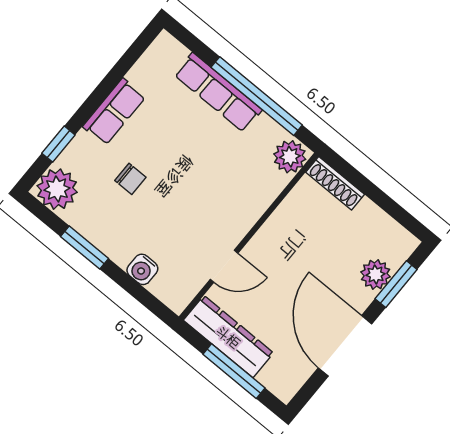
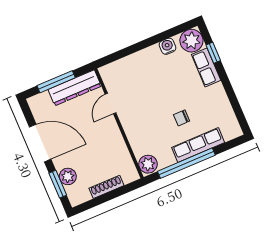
row of seats: (114, 112) -> (206, 67), moved
chair: (130, 179) -> (182, 118), moved
shoe rack: (335, 183) -> (106, 187), moved
window: (85, 248) -> (155, 39), removed
water cooler: (142, 269) -> (168, 46), moved

